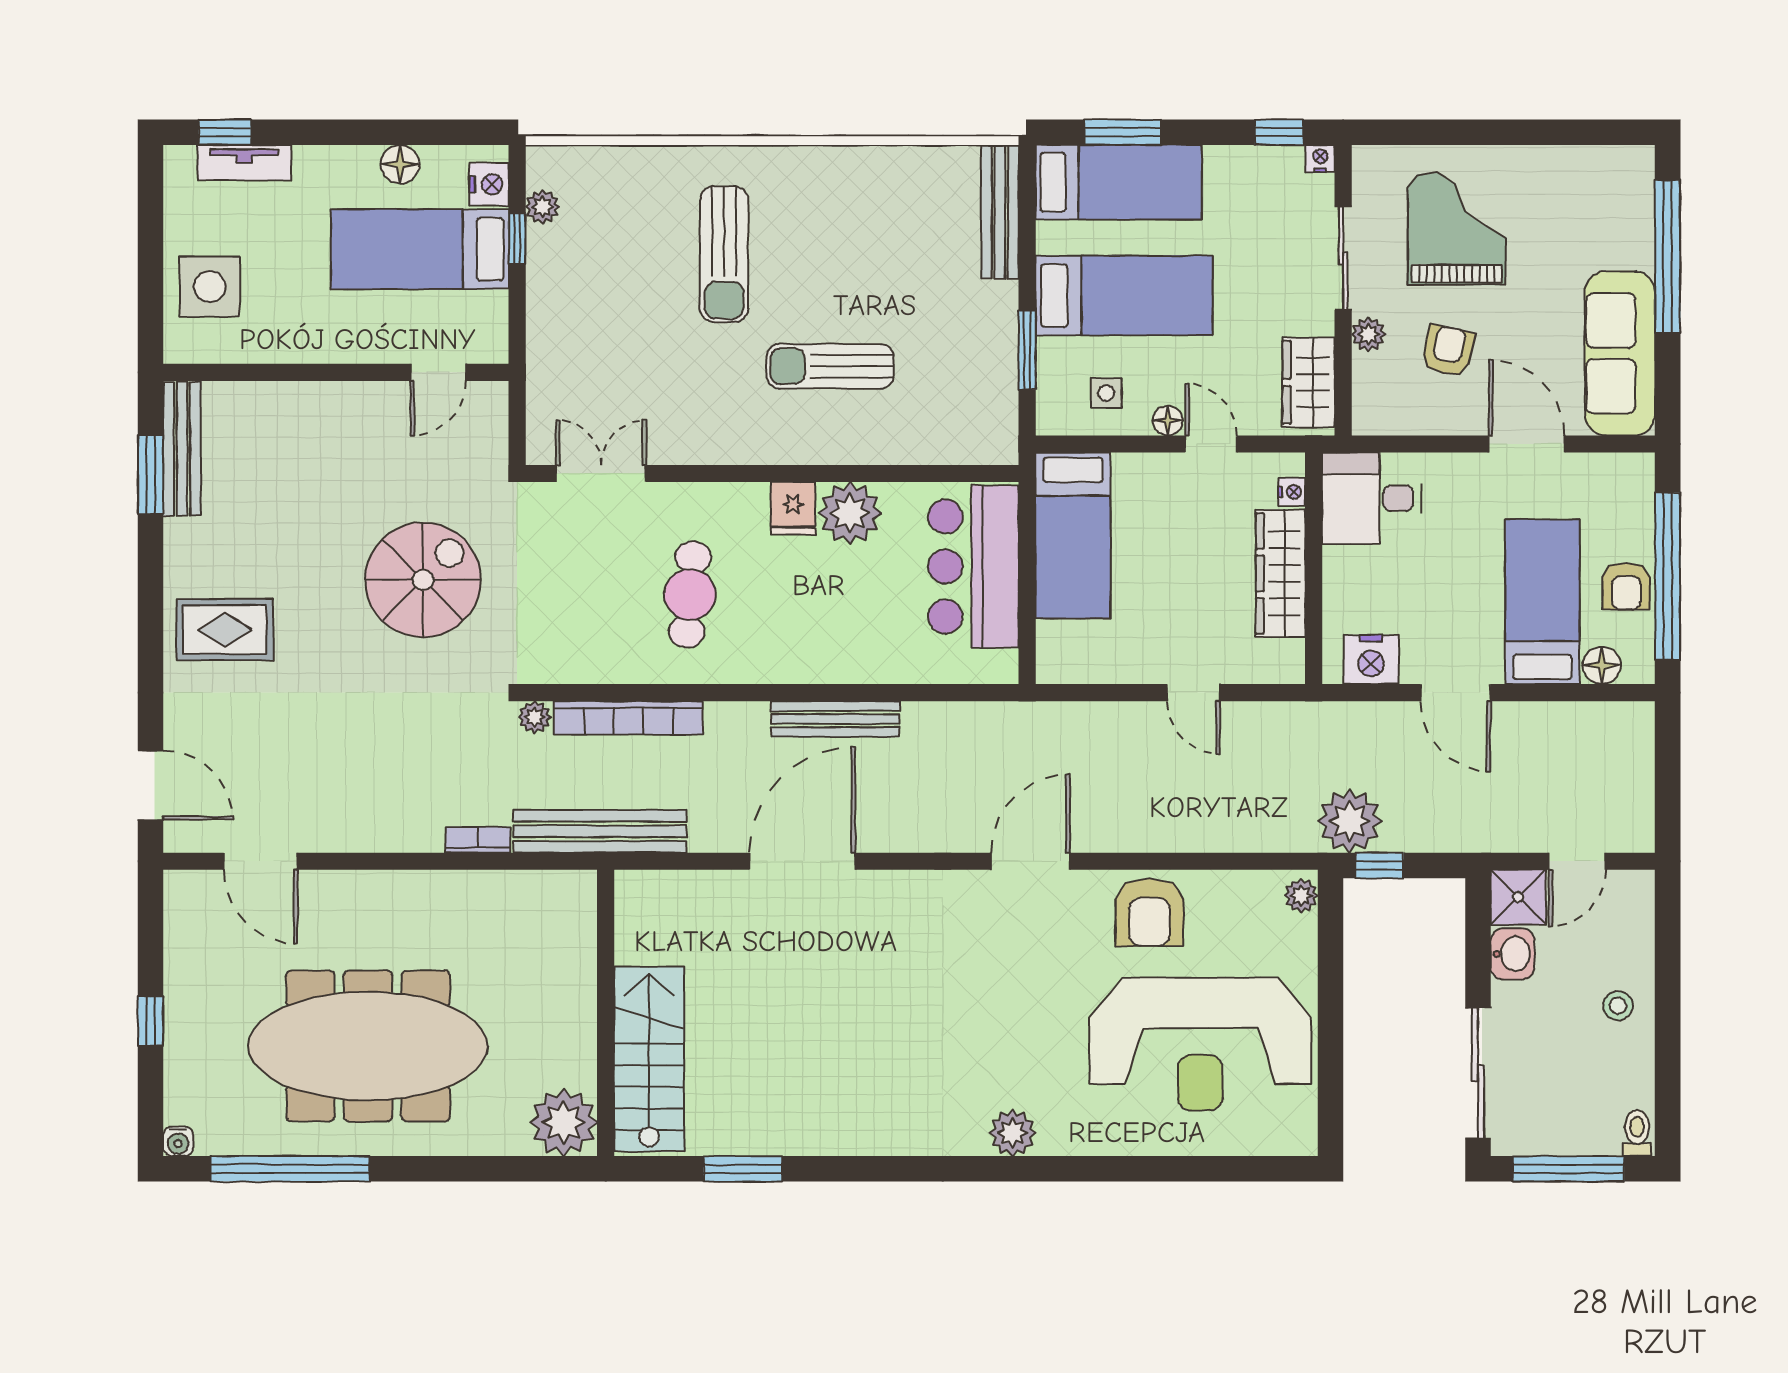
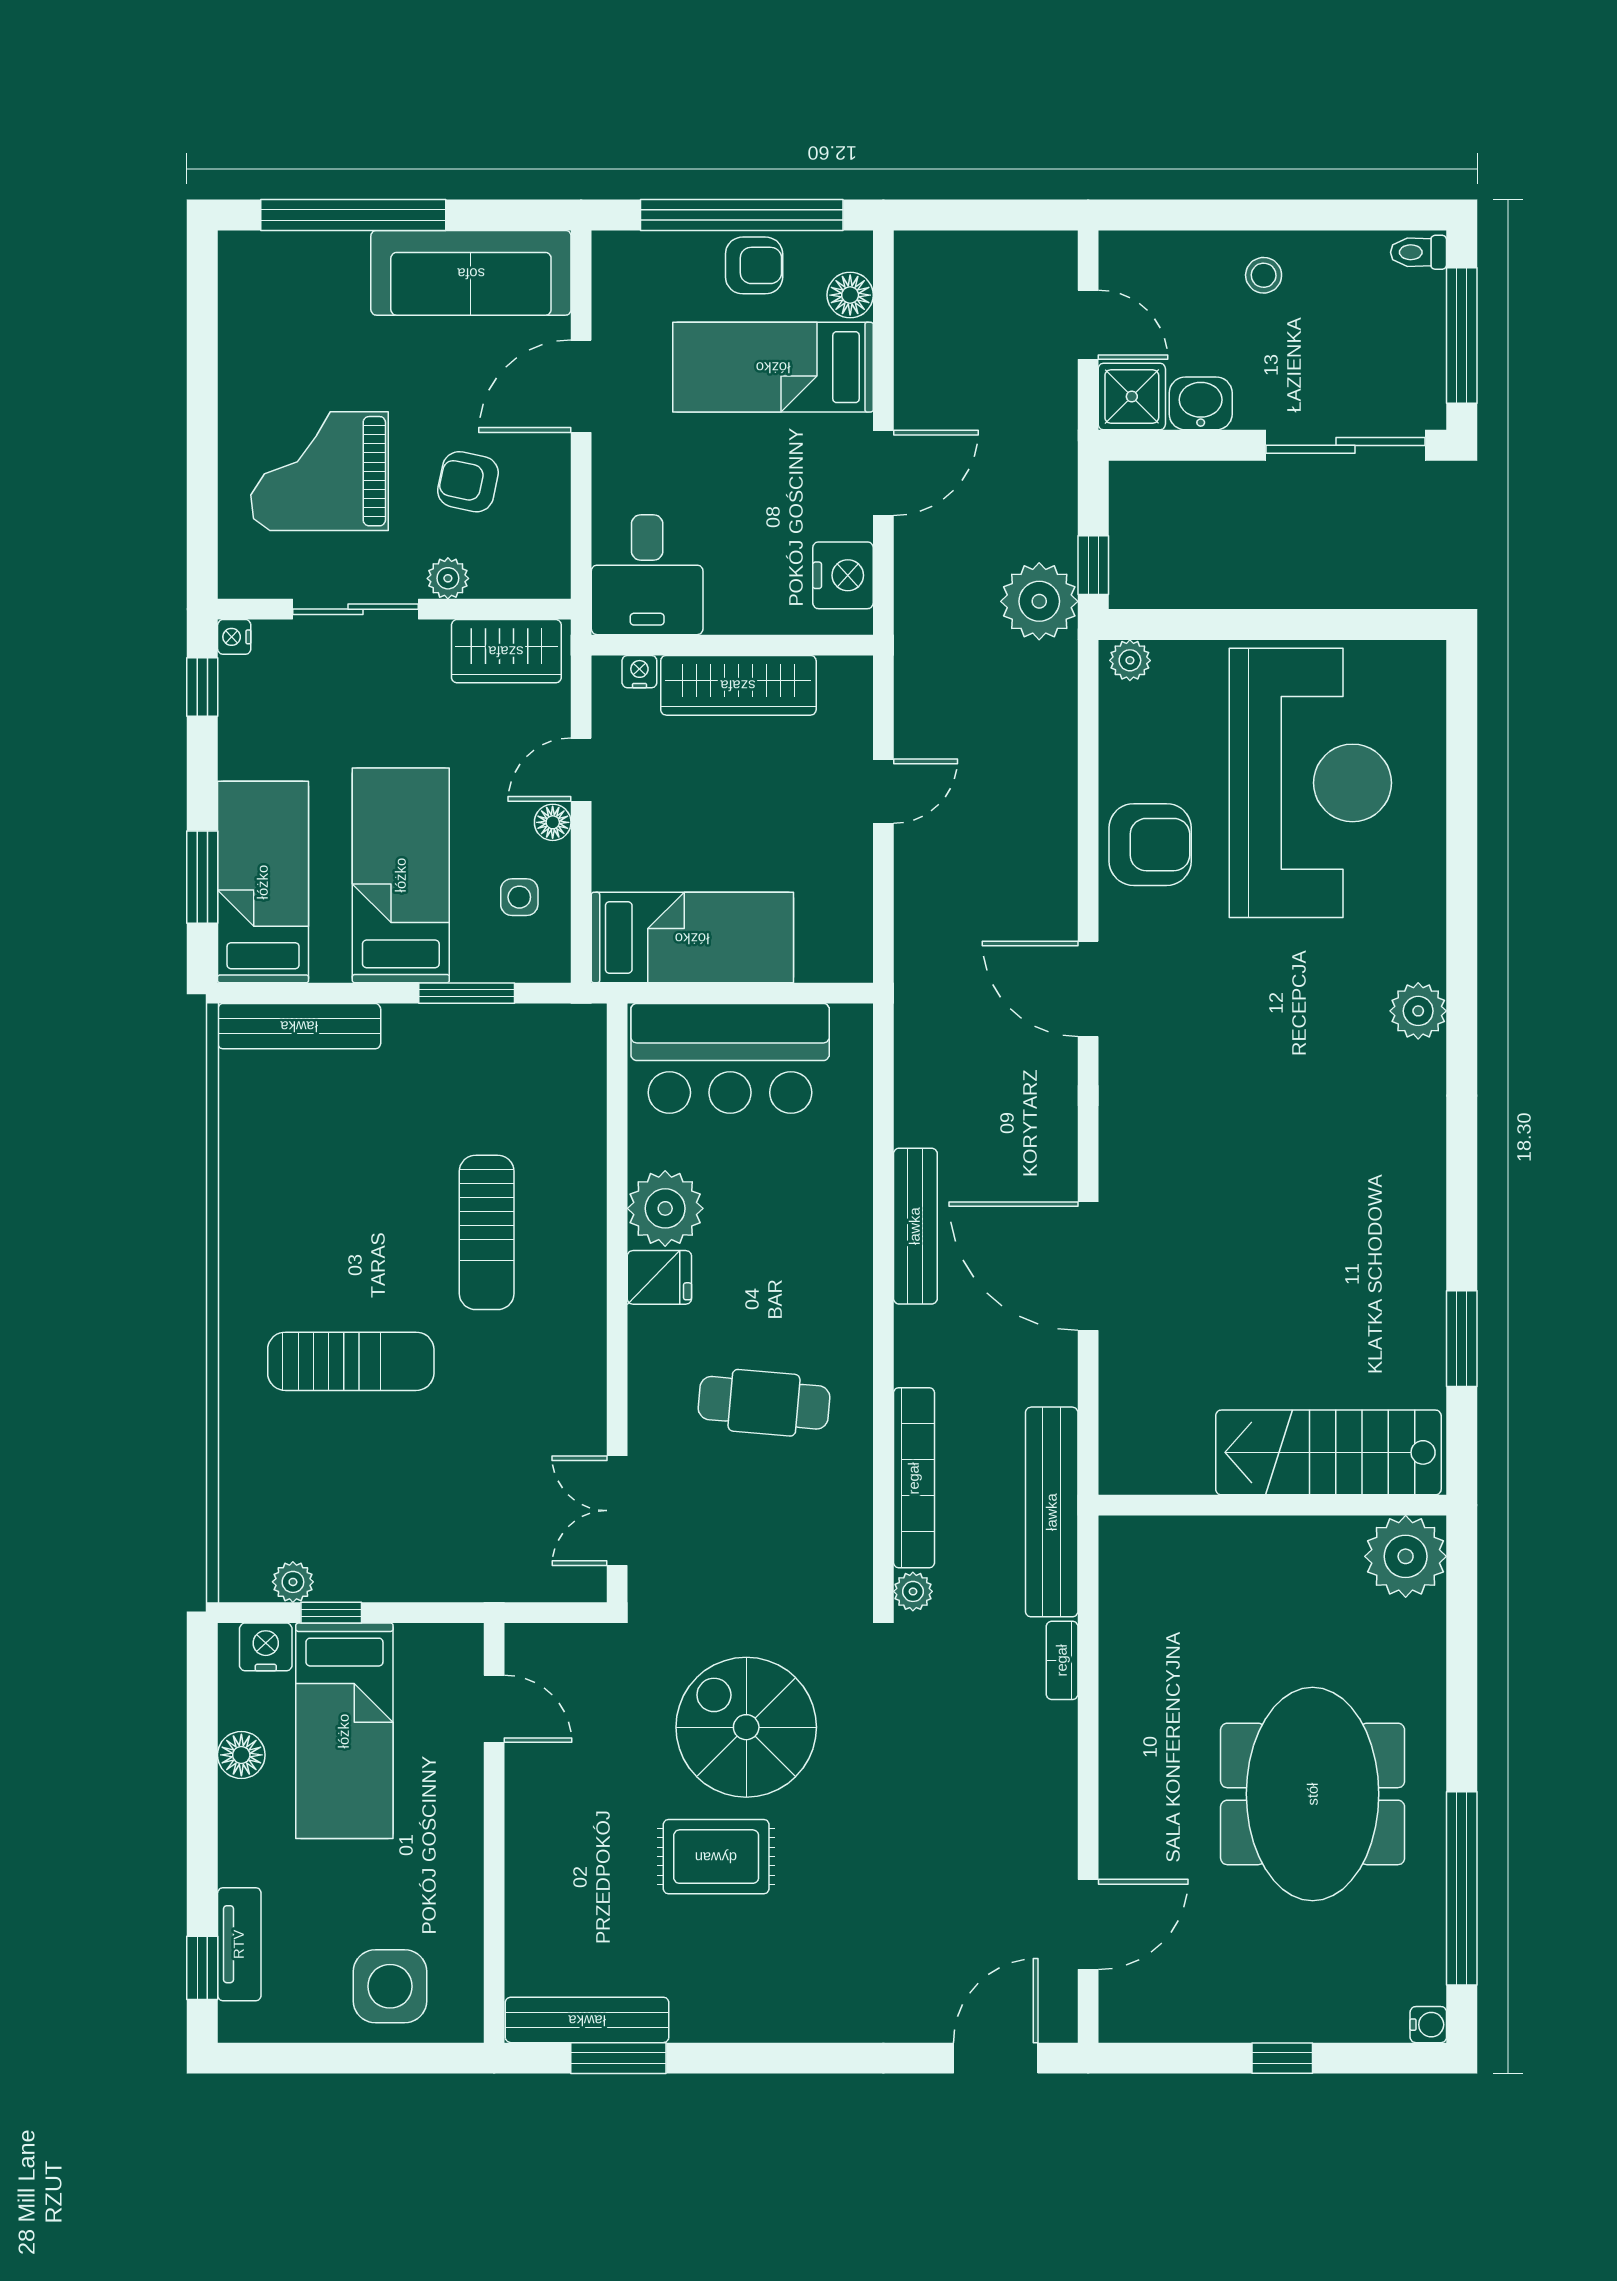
rug: (225, 630) -> (716, 1857), moved, turned 90
meeting table: (368, 1046) -> (1313, 1794), width x0.73

